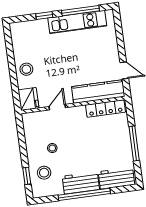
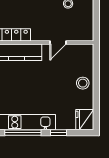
fridge: (28, 99) -> (85, 120), moved

